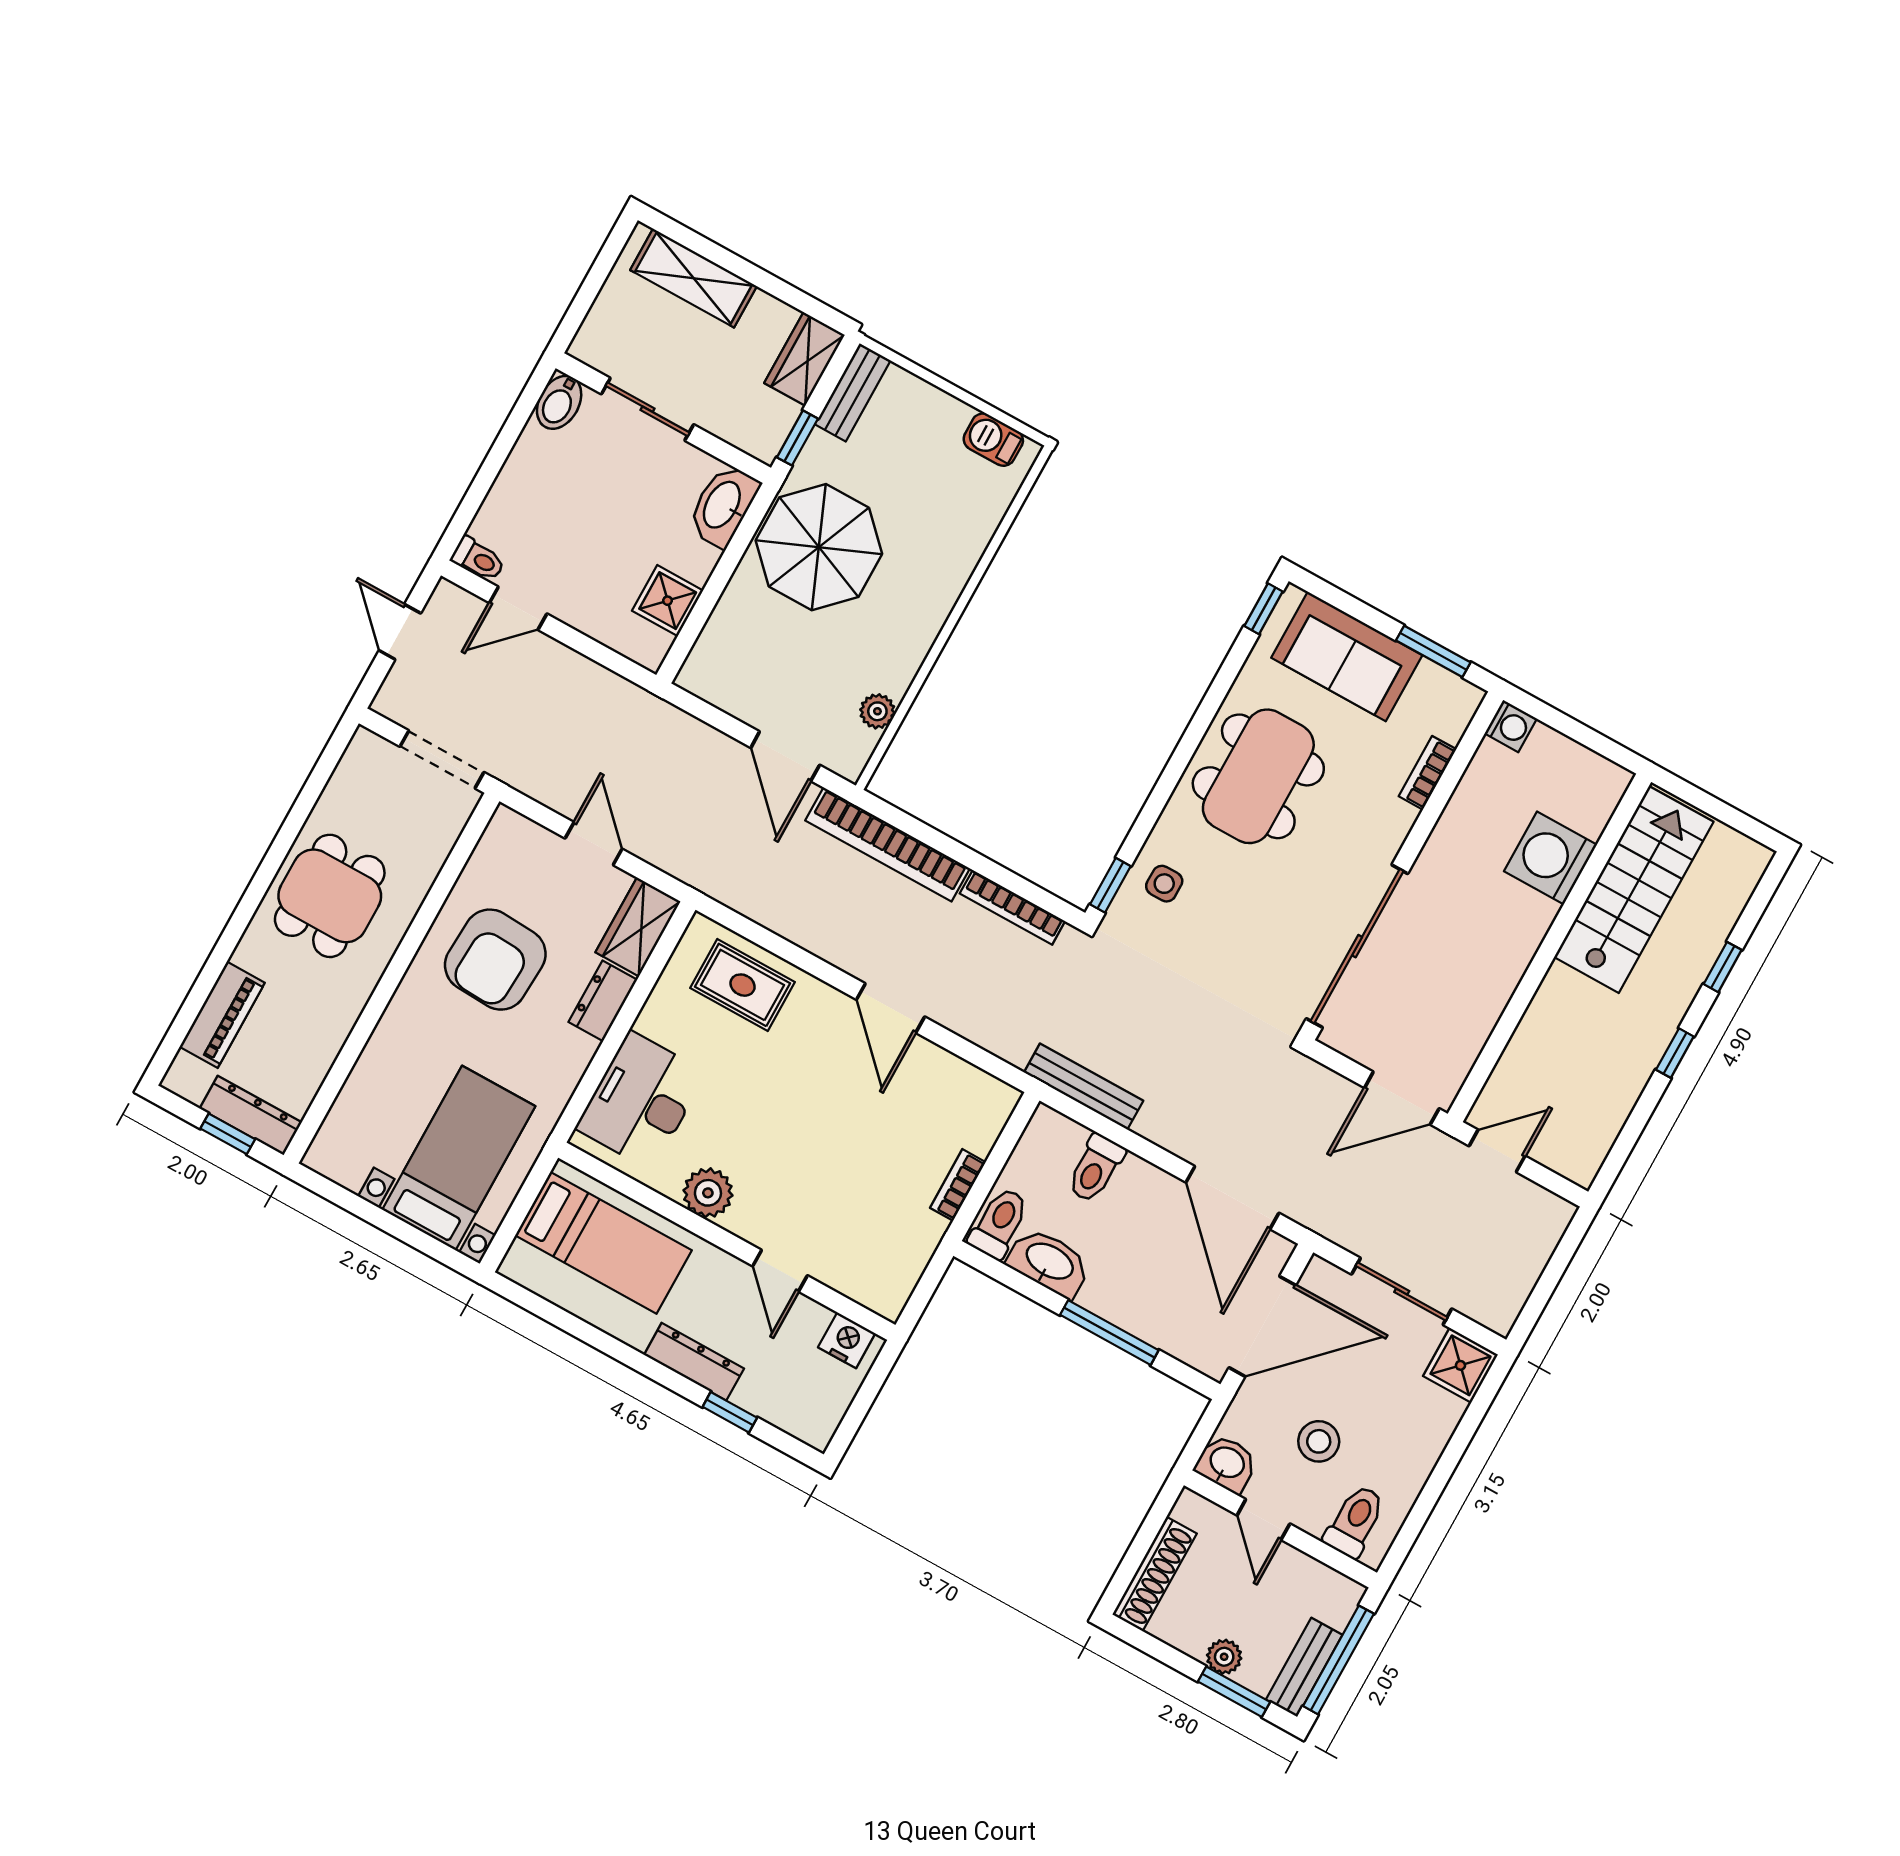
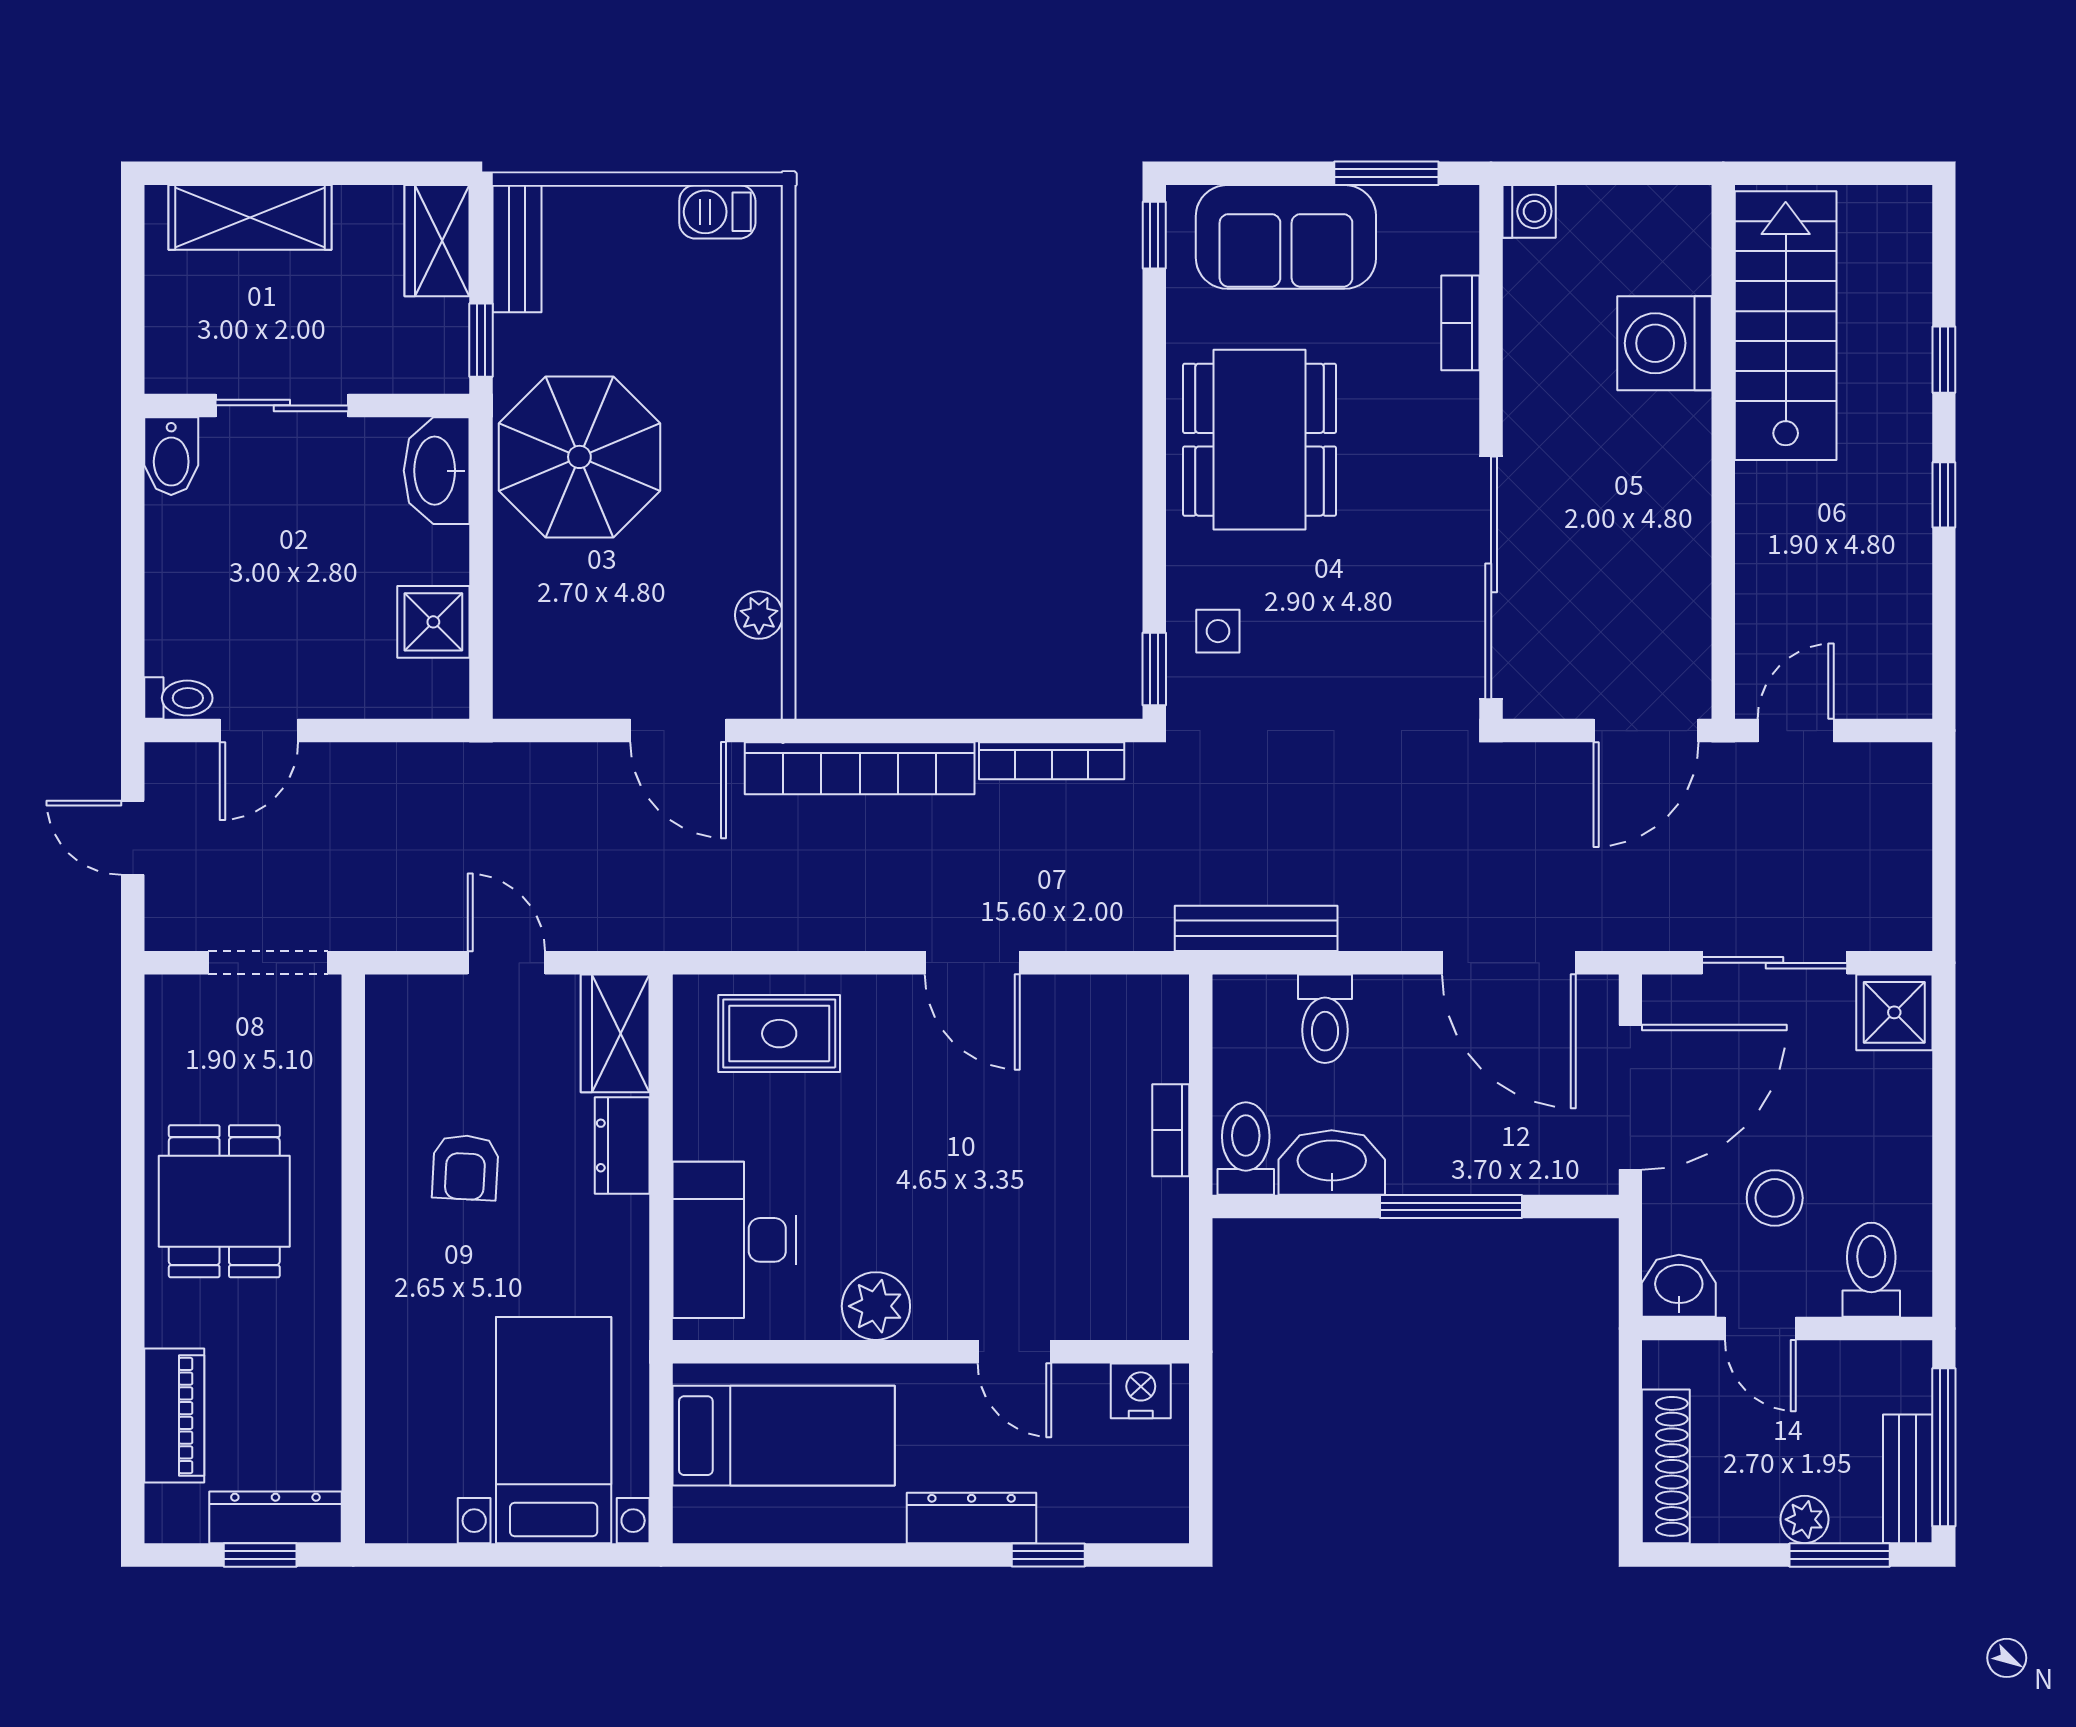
armchair: (495, 960) -> (465, 1168), width x0.53, depth x0.53

